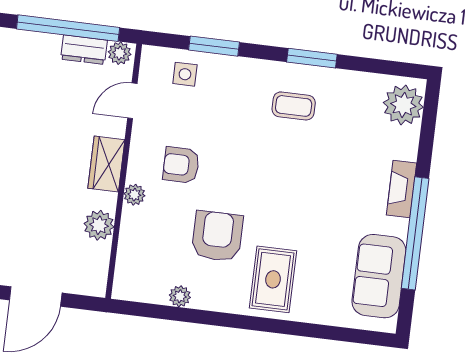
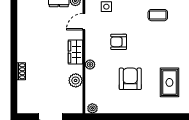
armchair: (181, 165) -> (119, 42), moved
rug: (273, 279) -> (169, 82), moved
plant: (180, 296) -> (92, 108), moved

